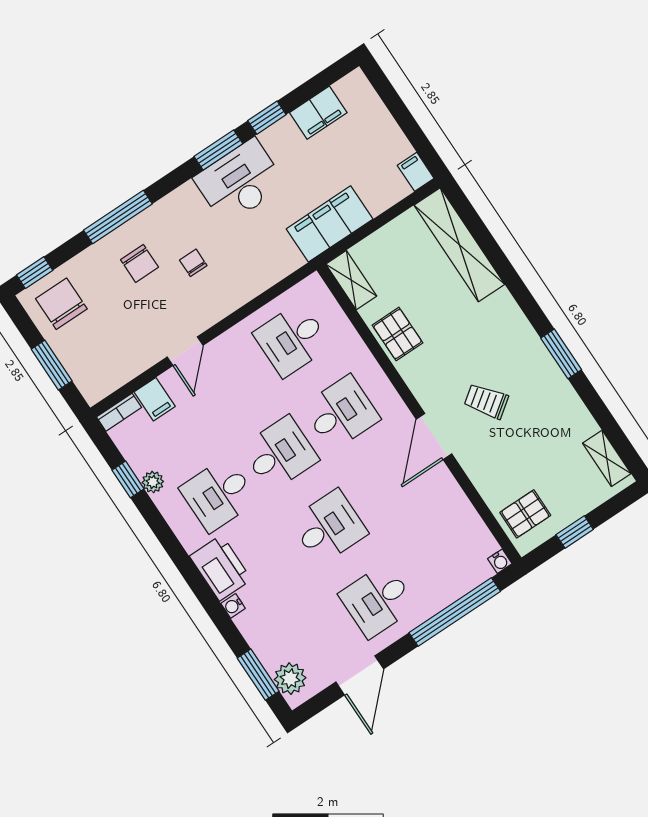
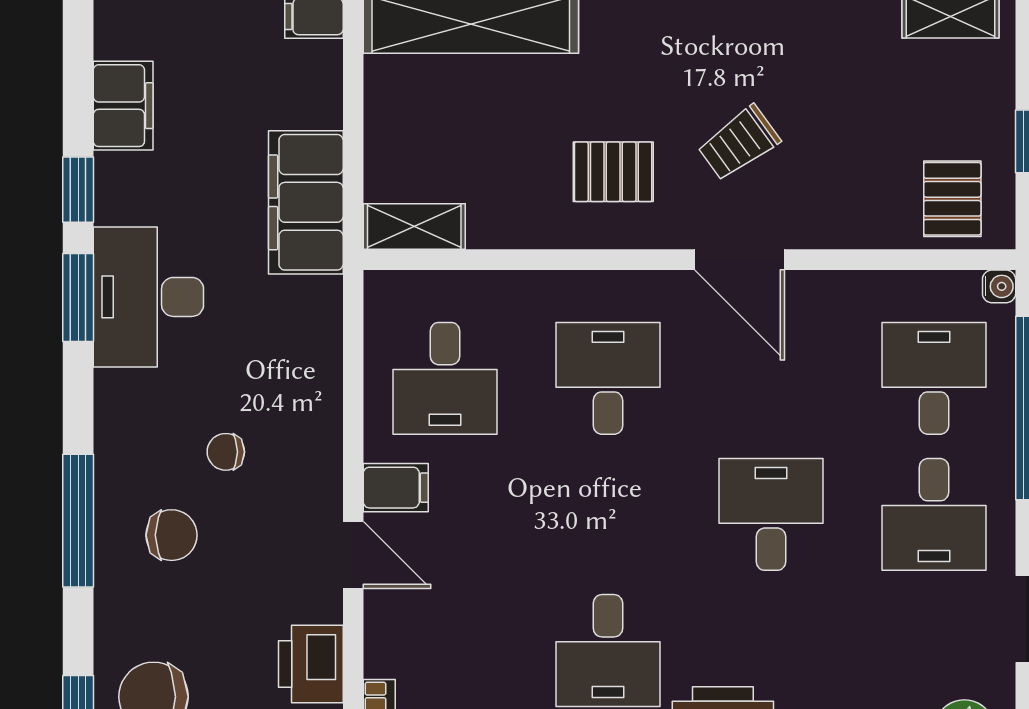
pallet: (398, 334) -> (613, 172), moved
printer: (123, 365) -> (311, 664), added
filing cabinet: (155, 399) -> (396, 488), moved
desk: (280, 454) -> (934, 378), moved

